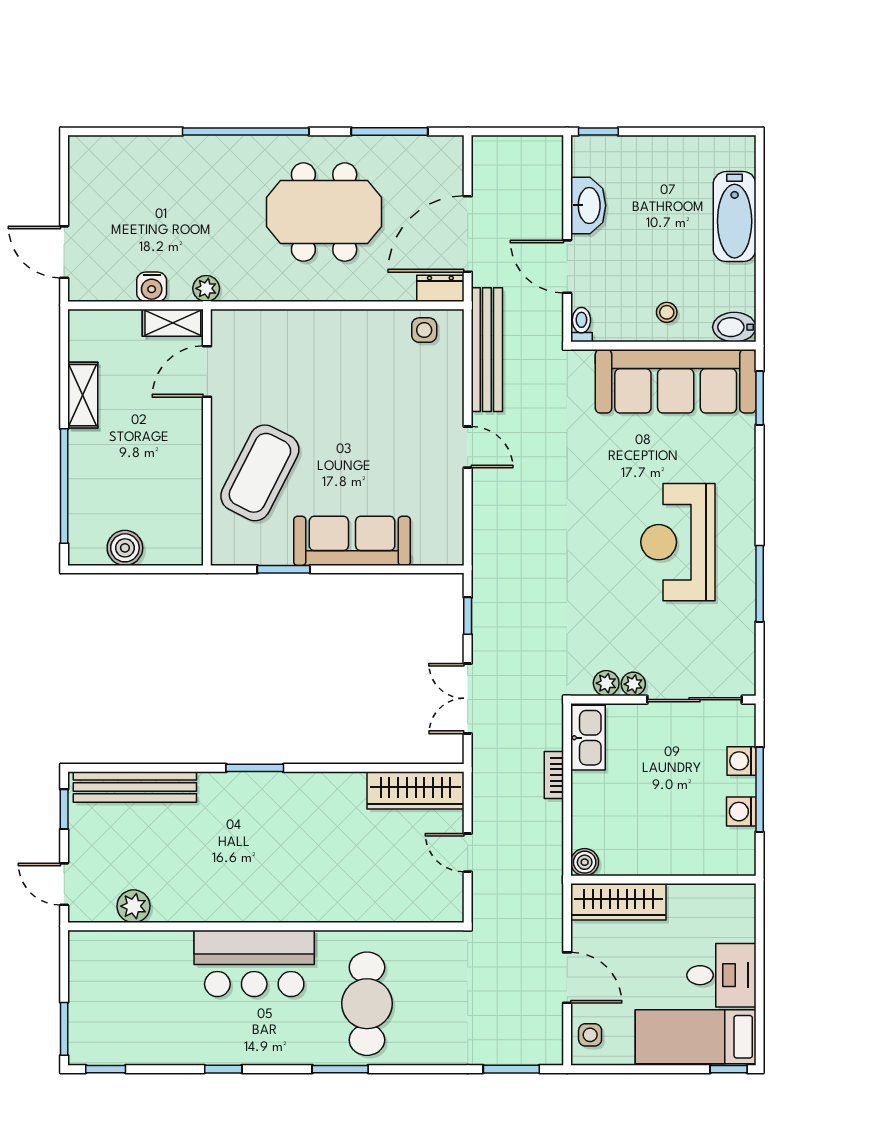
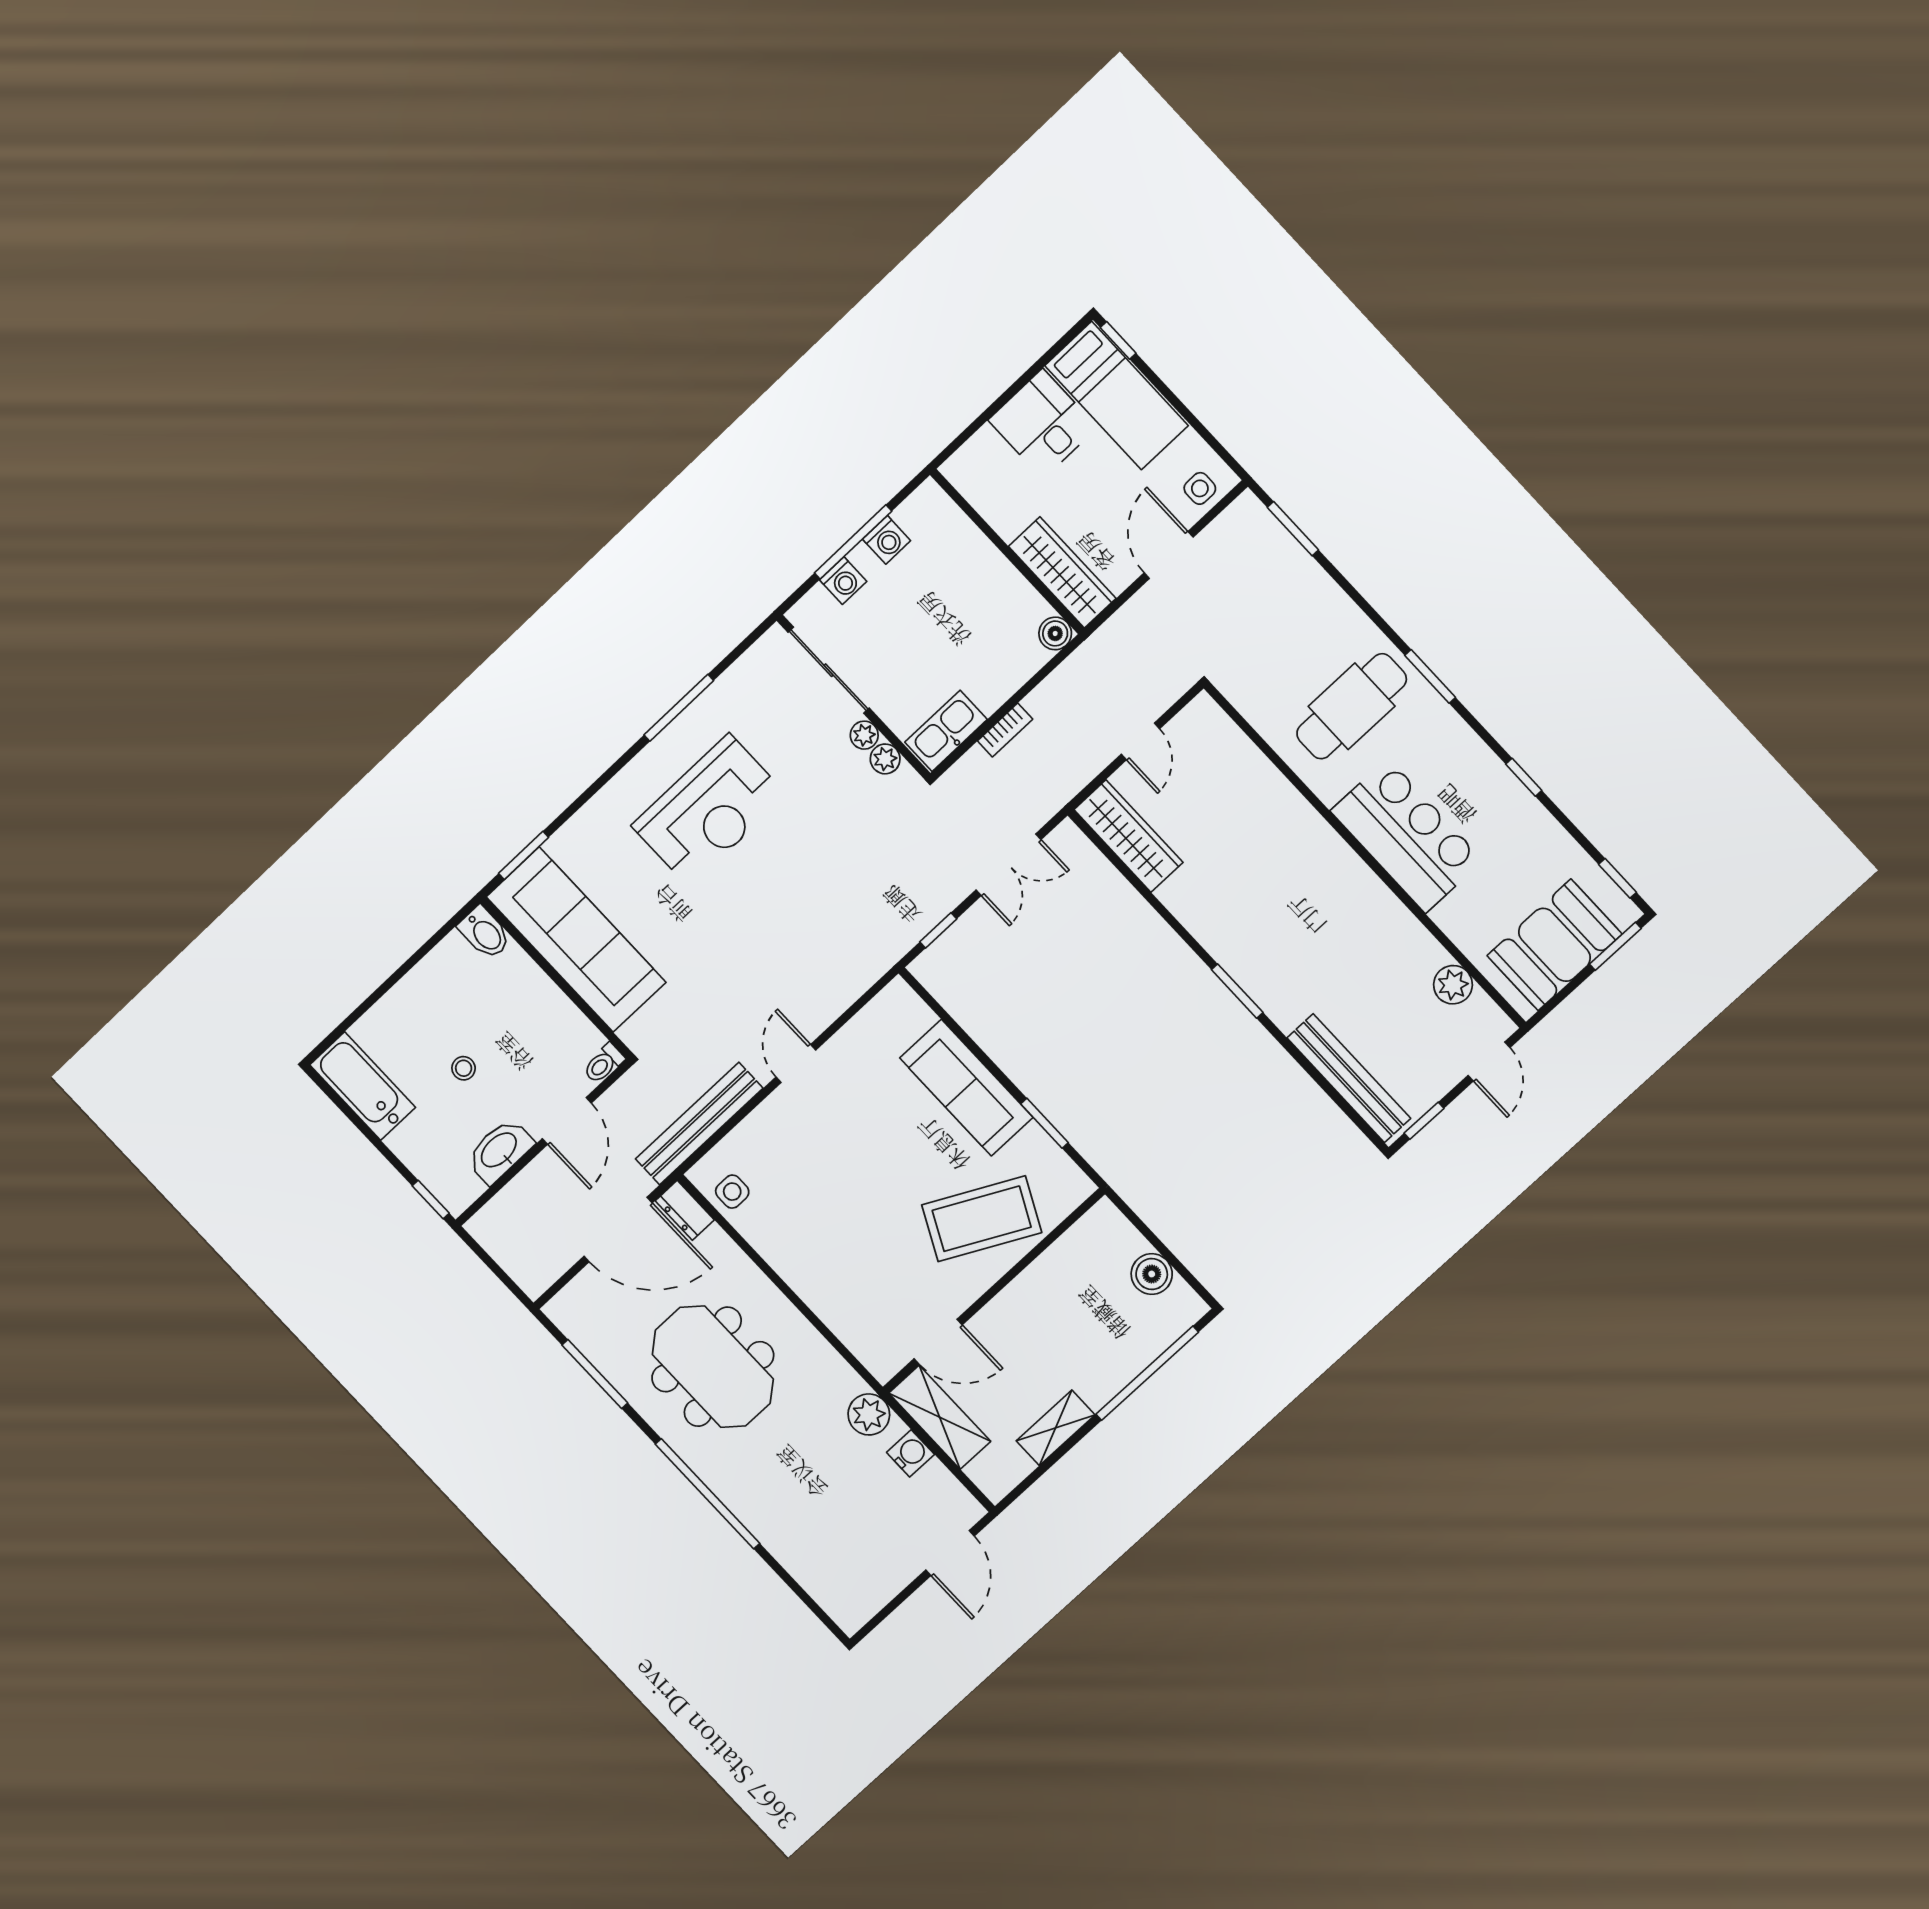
bathtub: (735, 217) -> (363, 1086), moved, turned -90
plant: (206, 288) -> (869, 1414), width x1.38, depth x1.38
stool: (667, 312) -> (464, 1068), moved
shelving: (173, 323) -> (940, 1417), width x1.50, depth x1.33
booth: (100, 992) -> (1554, 945), added

